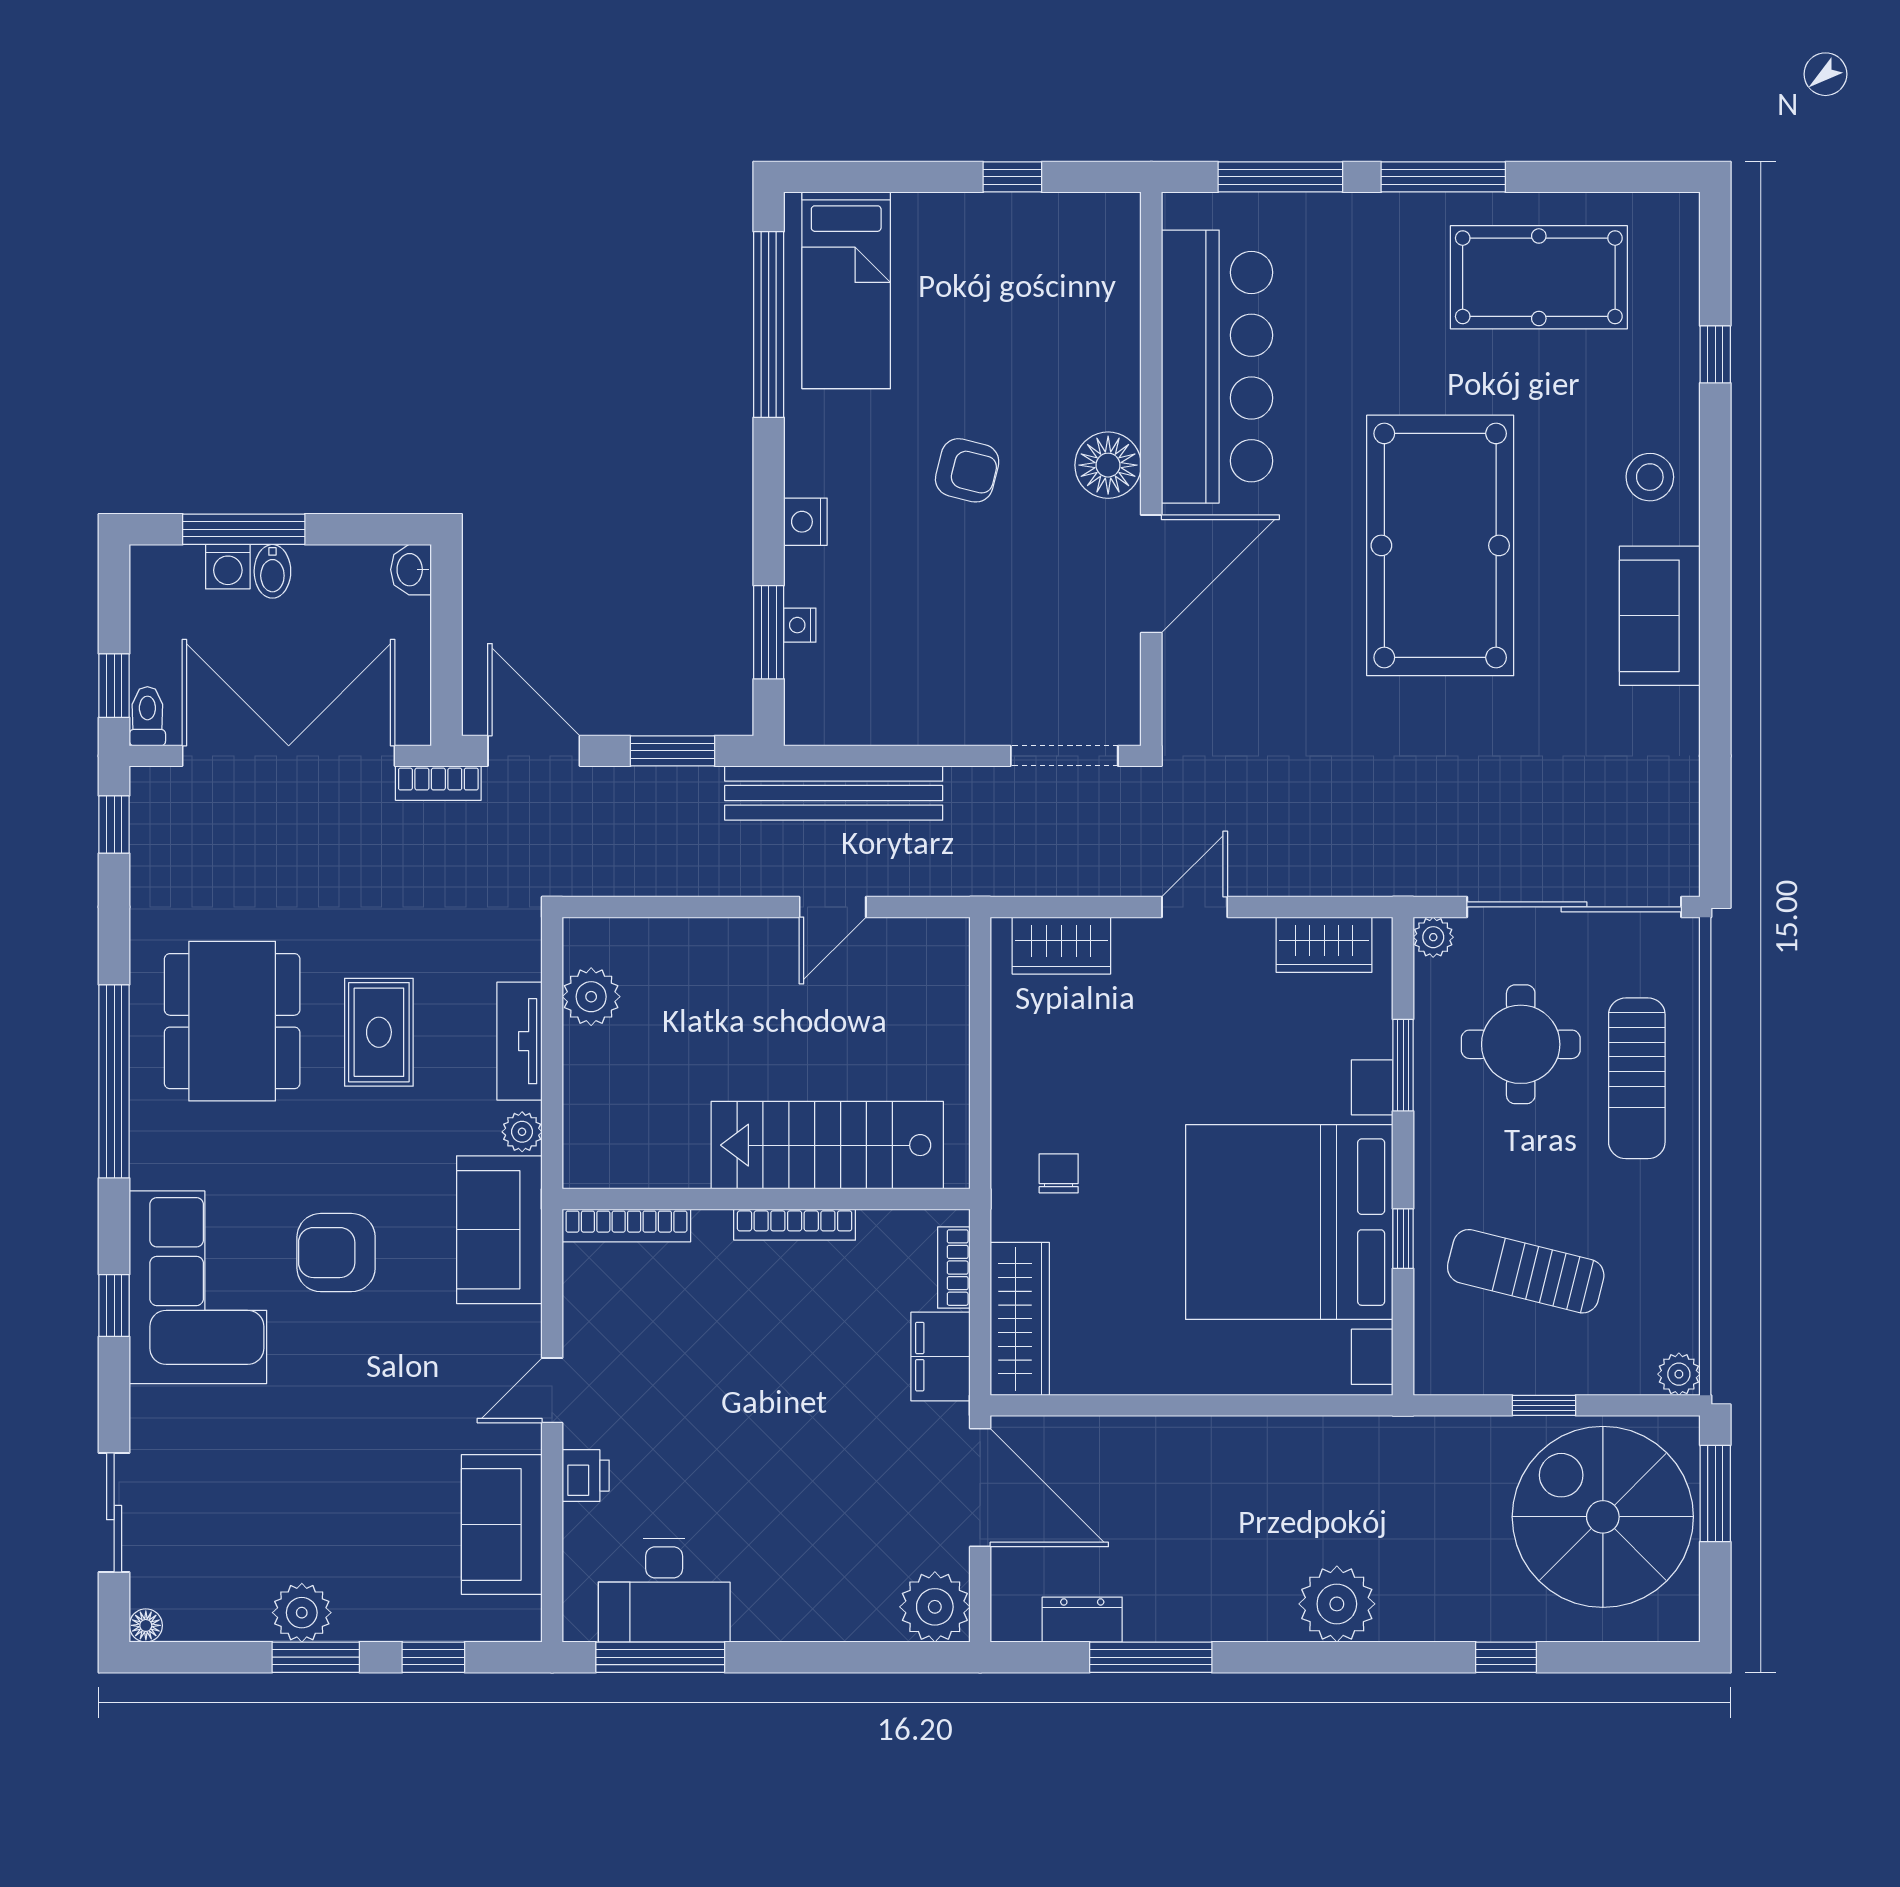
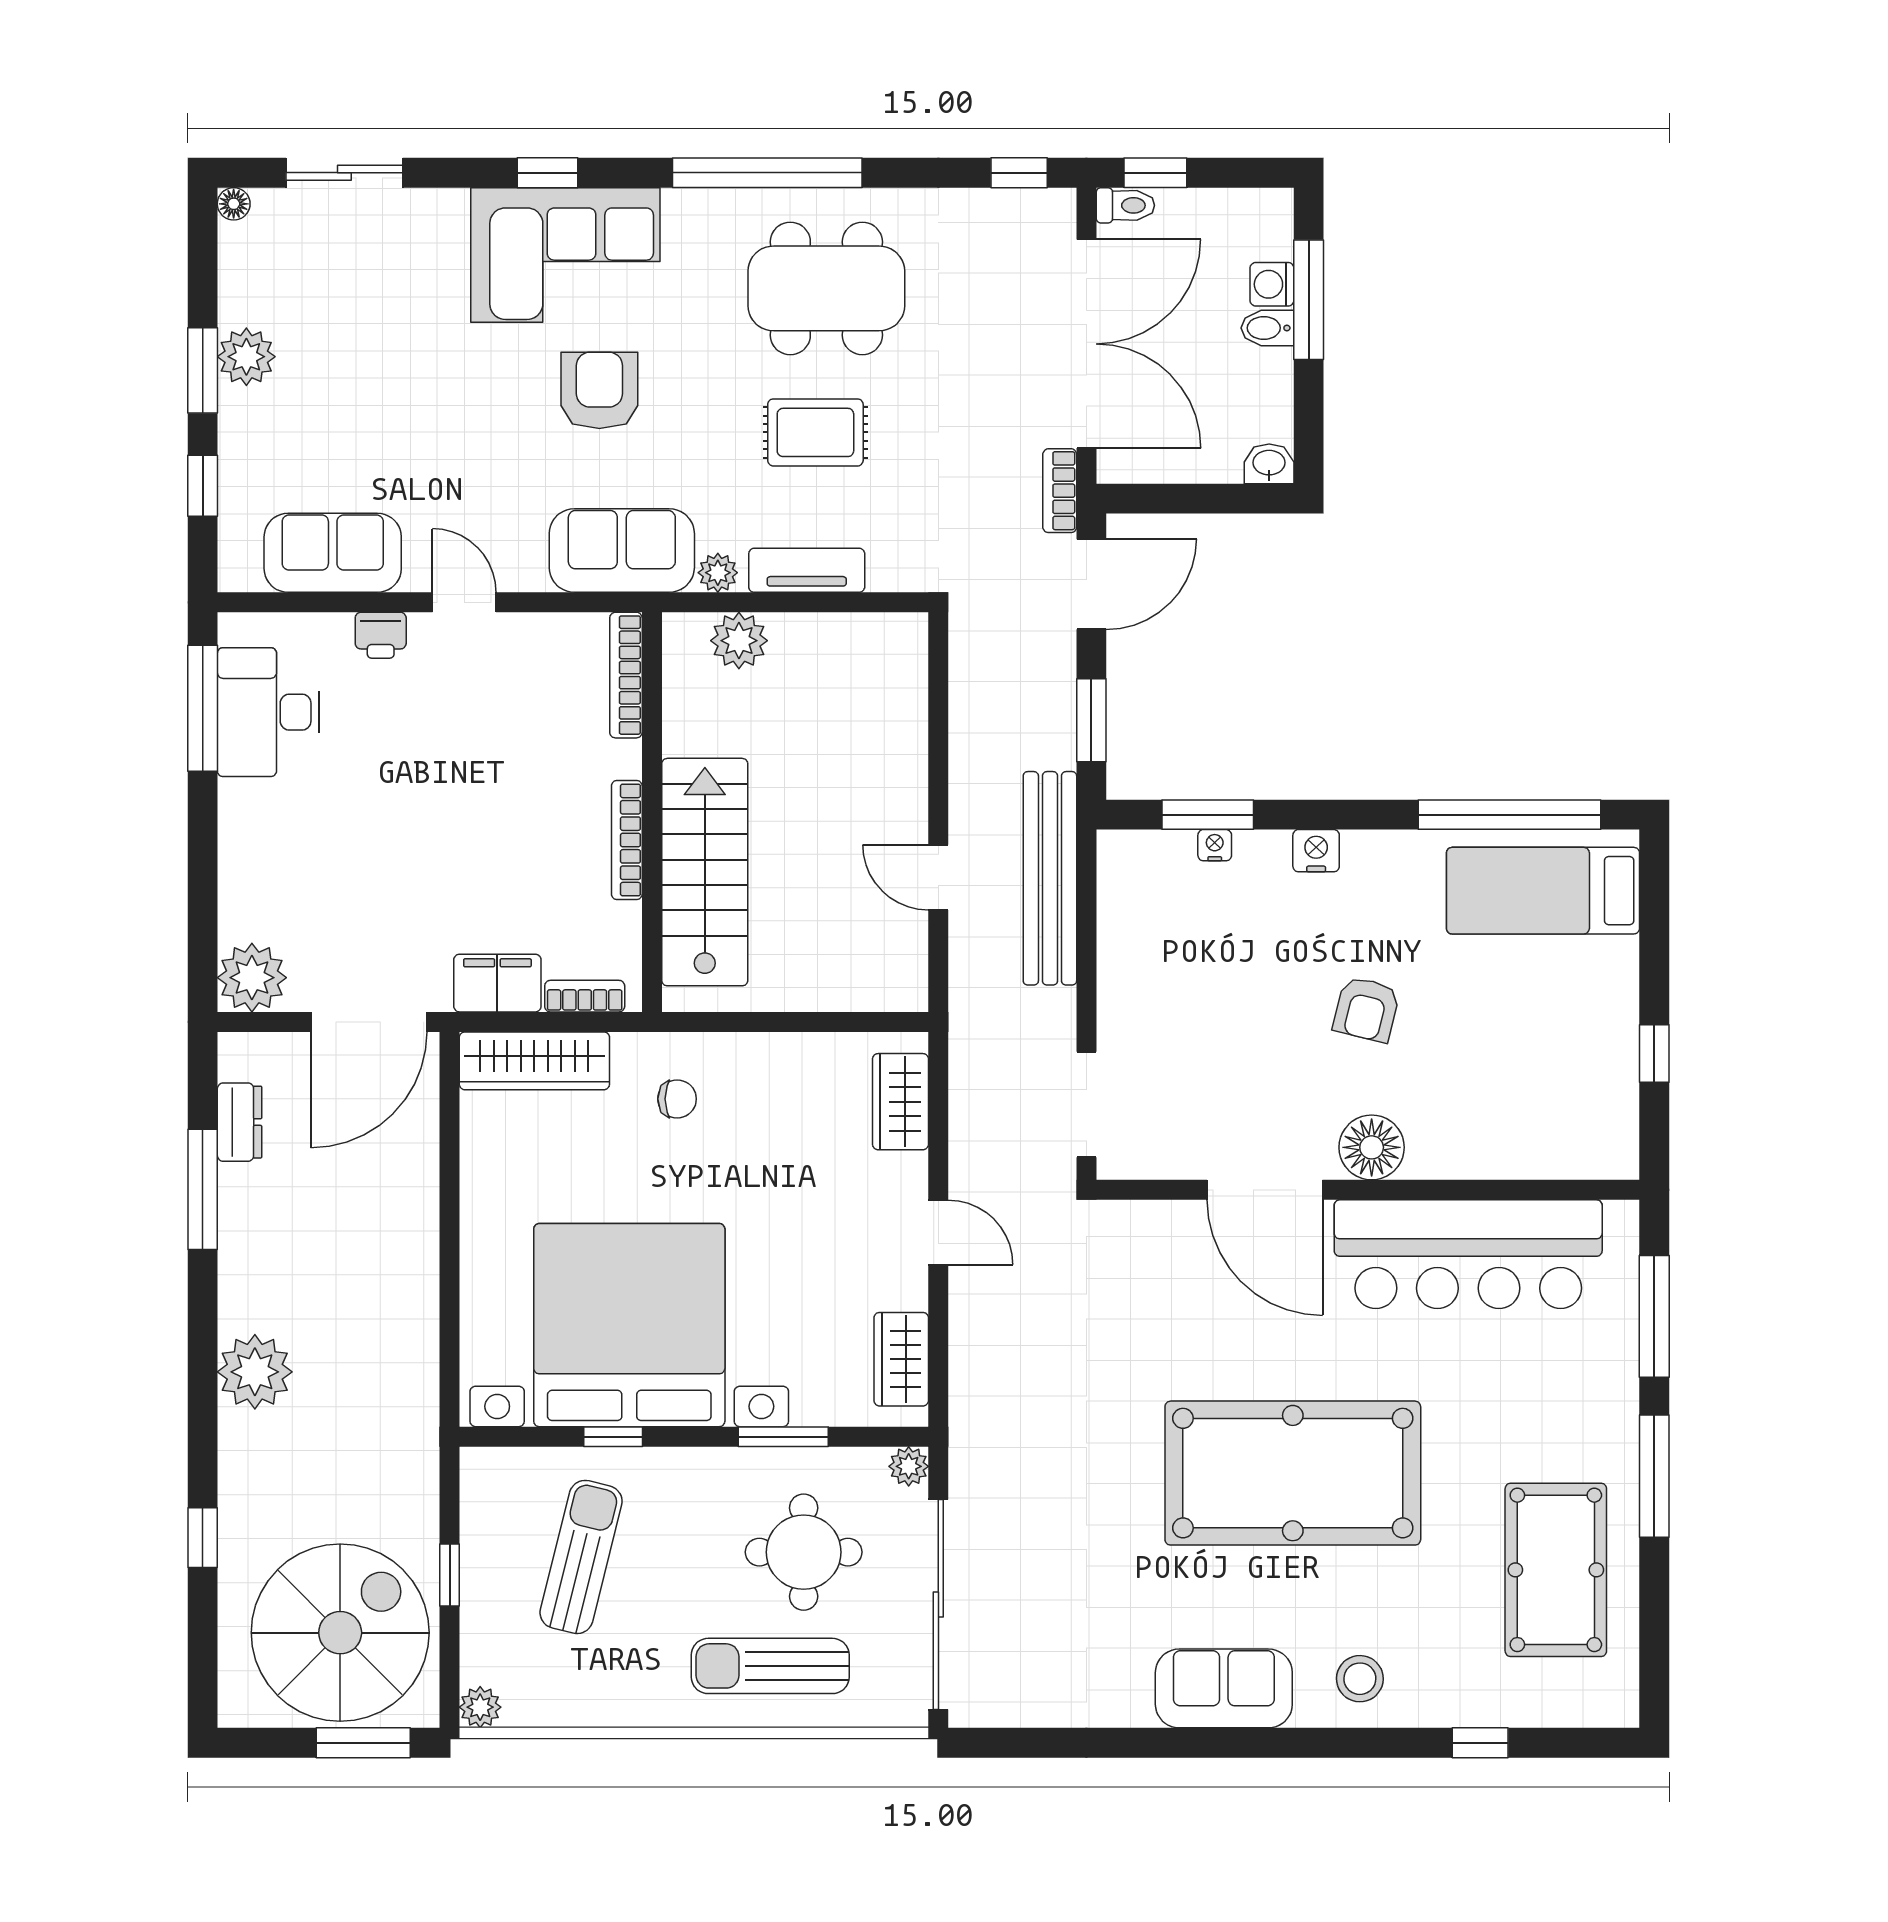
plant: (591, 997) -> (739, 641), moved

